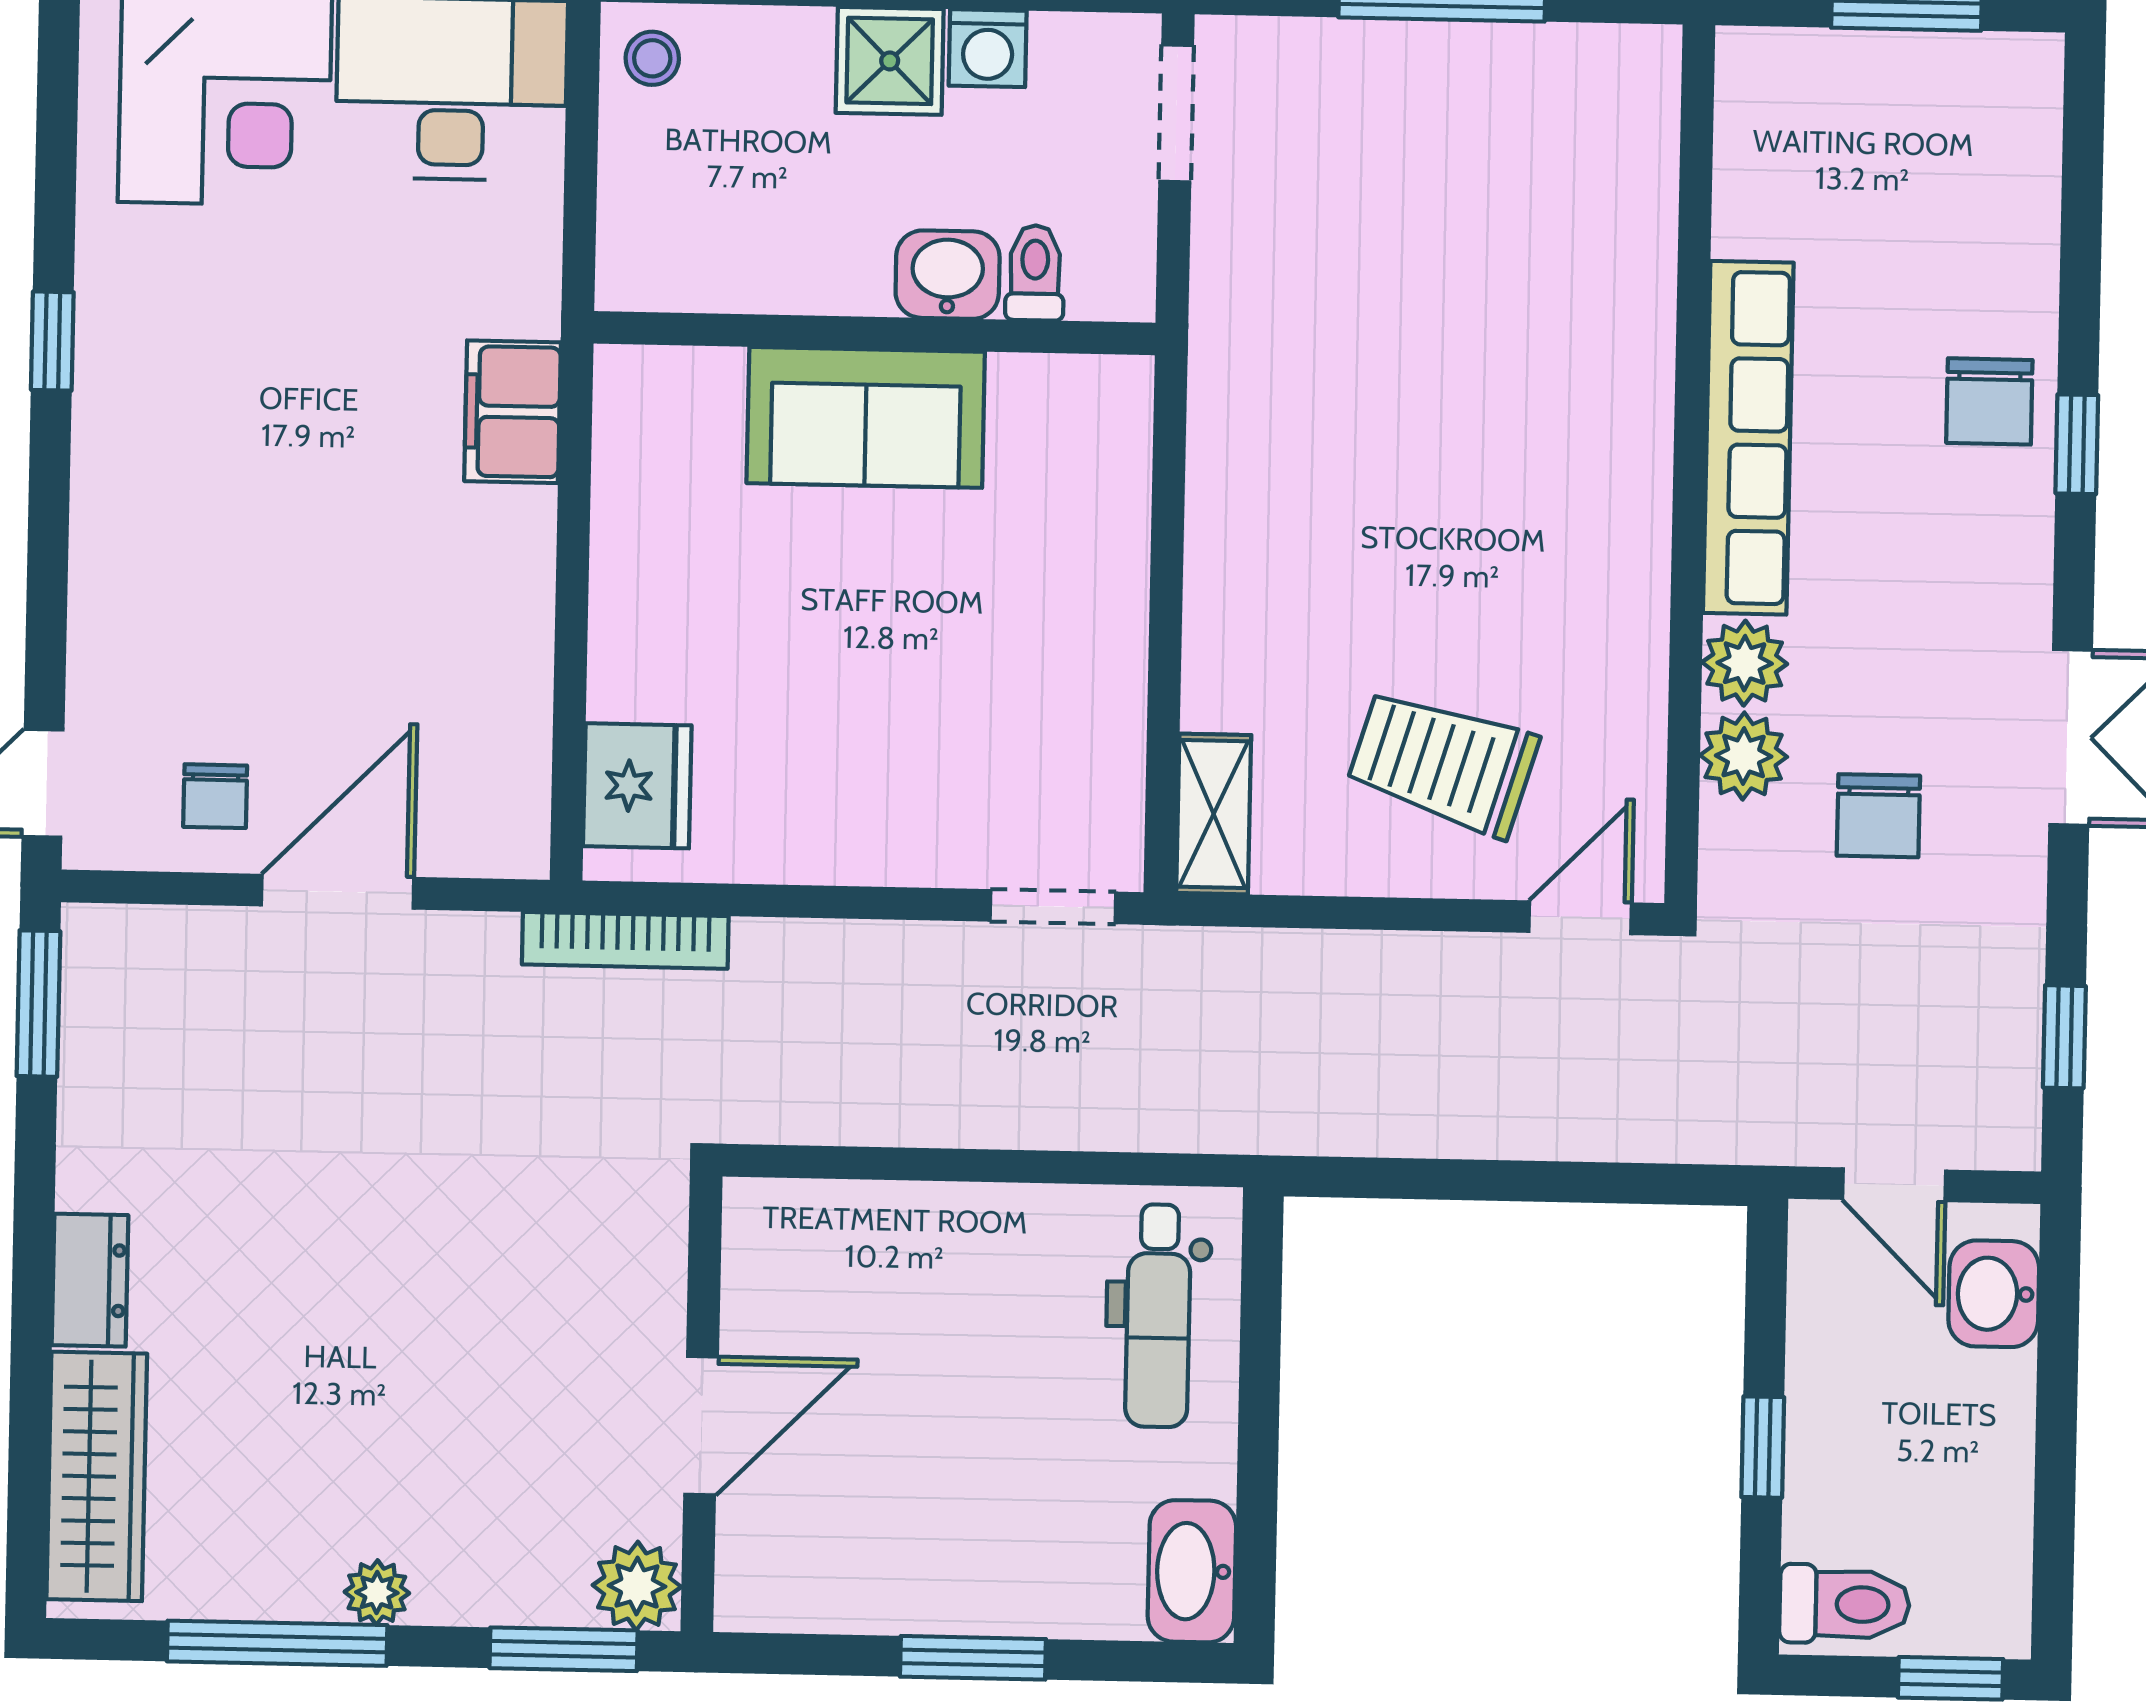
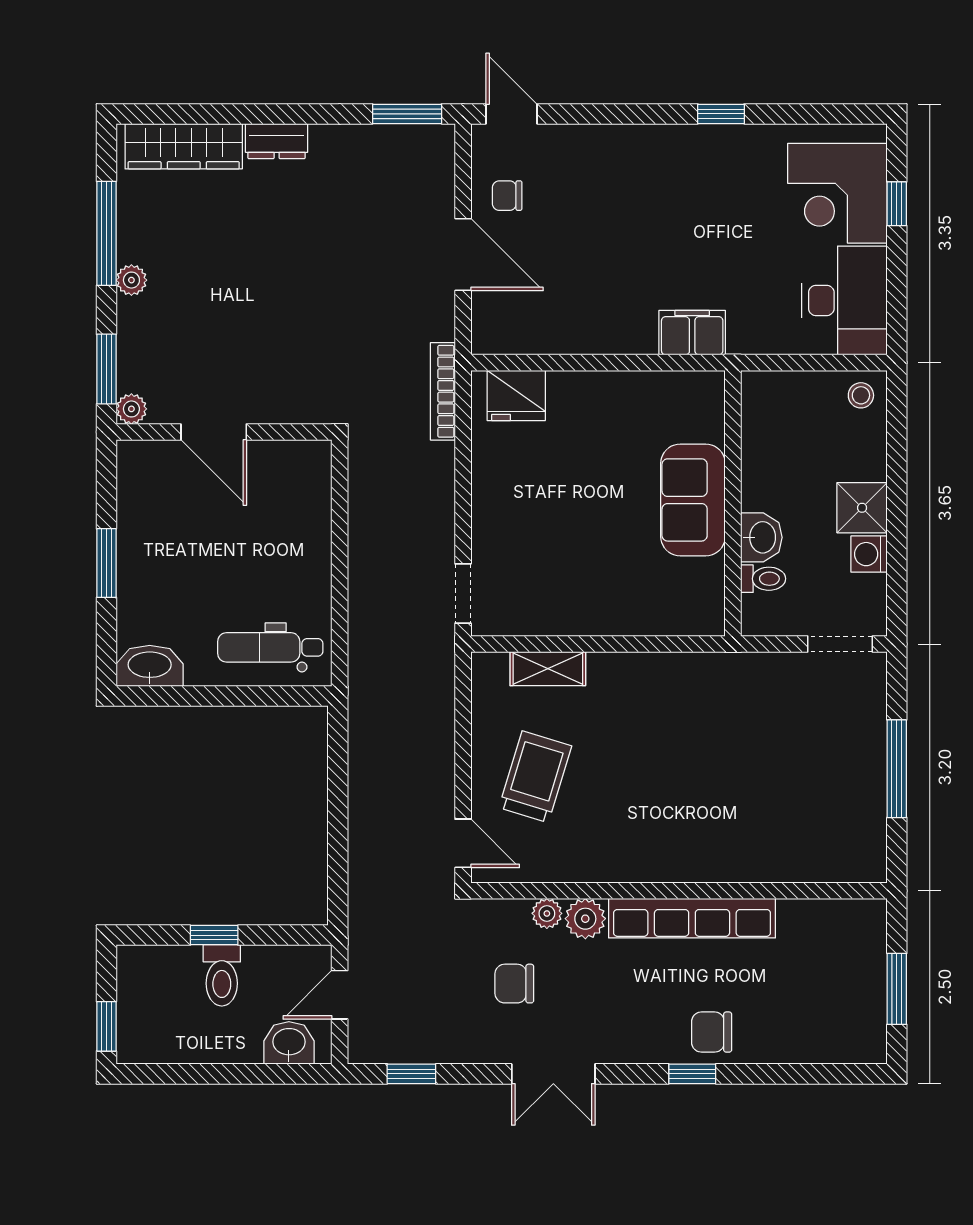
plant: (1744, 756) -> (547, 913), width x0.73, depth x0.73
shelving: (1214, 814) -> (548, 669), moved
plant: (637, 1586) -> (131, 409), width x0.73, depth x0.73
toilet: (1845, 1604) -> (222, 975), moved

